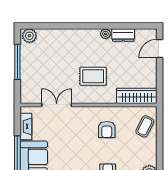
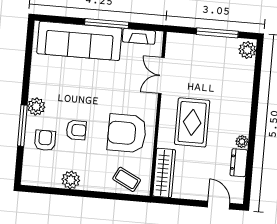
rug: (93, 76) -> (192, 122), width x1.36, depth x1.43
double door: (57, 105) -> (161, 76), swing flipped
armchair: (107, 129) -> (127, 133), width x1.88, depth x1.88

